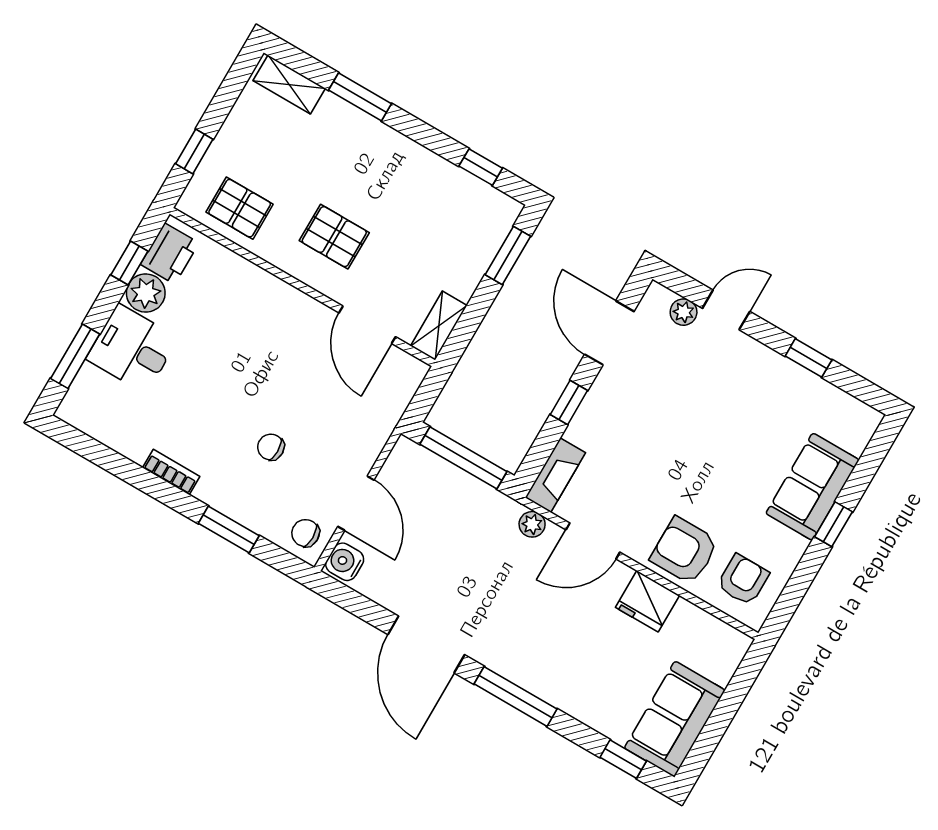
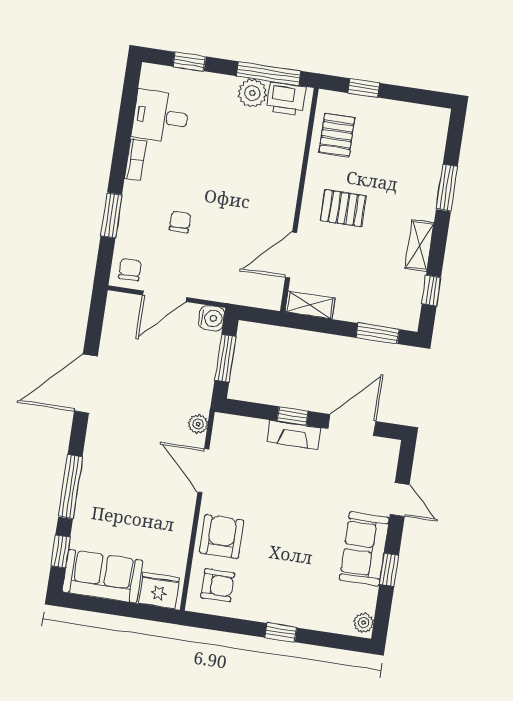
shelving: (289, 84) -> (419, 246), moved
pallet: (334, 237) -> (343, 208), turned 90
window: (129, 263) -> (269, 74), width x2.17
plant: (684, 312) -> (364, 623), moved
desk: (132, 349) -> (161, 116), moved, turned -90
window: (75, 356) -> (189, 62), width x0.67
window: (463, 458) -> (225, 358), width x0.69
fireplace: (555, 475) -> (294, 435), moved
sofa: (812, 487) -> (364, 549), moved, turned -90
water cooler: (345, 562) -> (211, 318), moved, turned 90
fridge: (647, 601) -> (159, 591), moved, turned 90
window: (515, 696) -> (70, 487), moved

